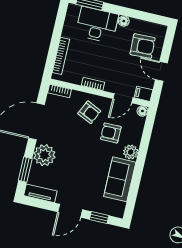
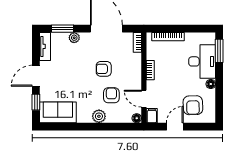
armchair: (89, 112) -> (104, 69), moved, turned 65
plant: (44, 155) -> (74, 38), width x0.53, depth x0.53
sofa: (120, 179) -> (58, 112), moved
door: (70, 211) -> (36, 76), hinge flipped

